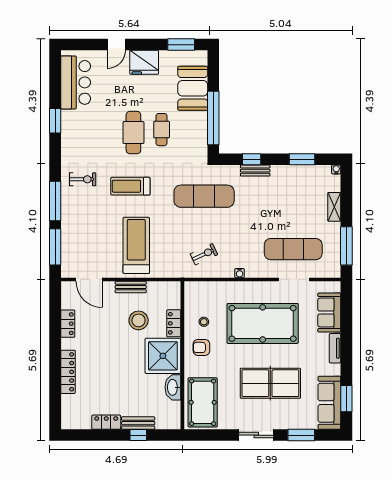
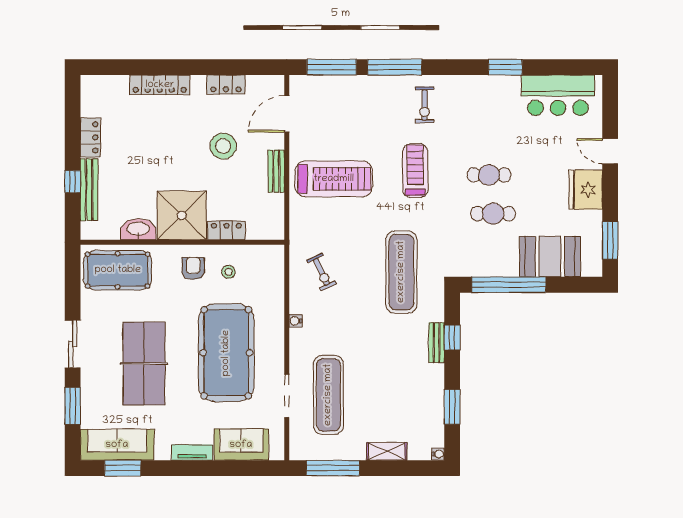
cafe table: (133, 133) -> (489, 175), width x0.73, depth x0.74
stool: (139, 320) -> (223, 146), moved
bench: (138, 423) -> (89, 190), width x1.36

